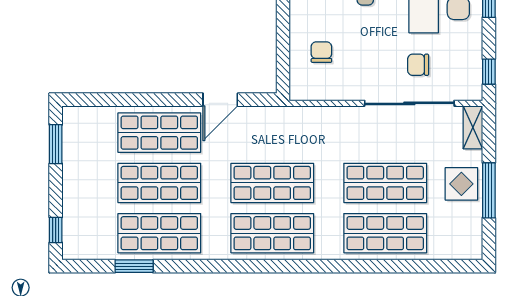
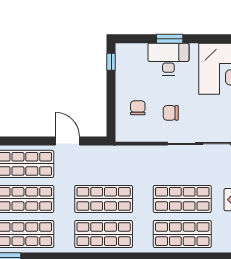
chair: (418, 65) -> (171, 113), moved
door: (220, 100) -> (67, 141), swing flipped

